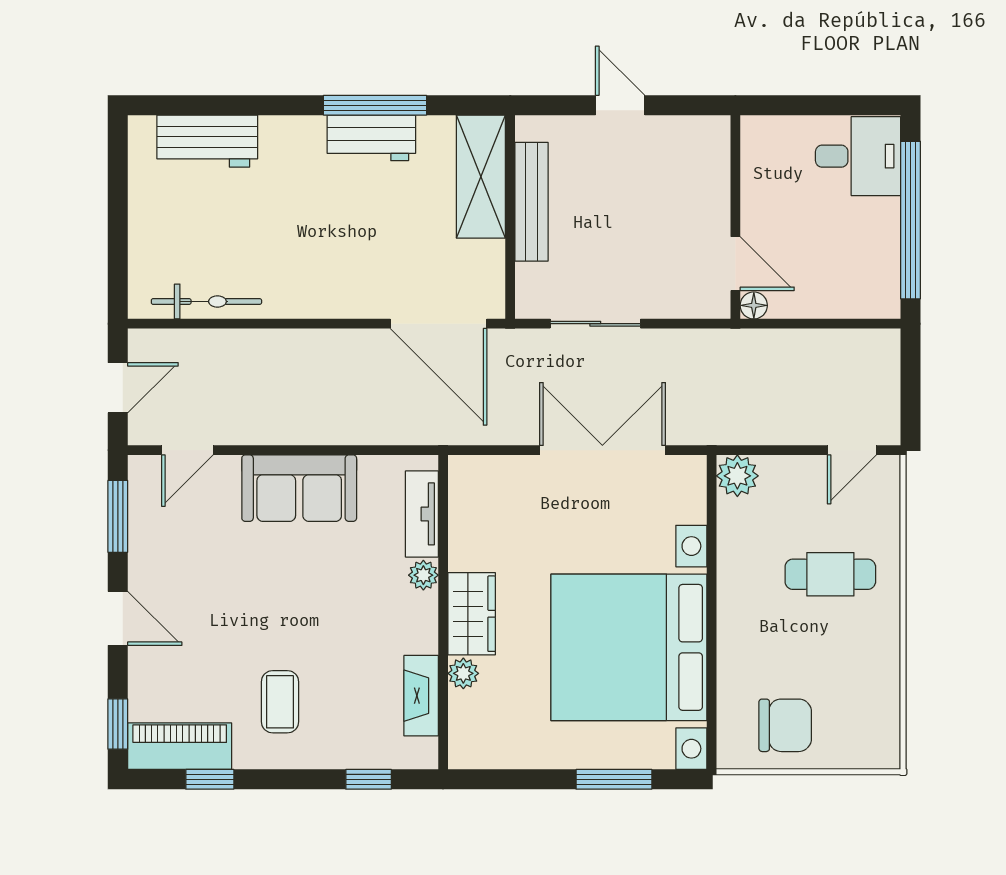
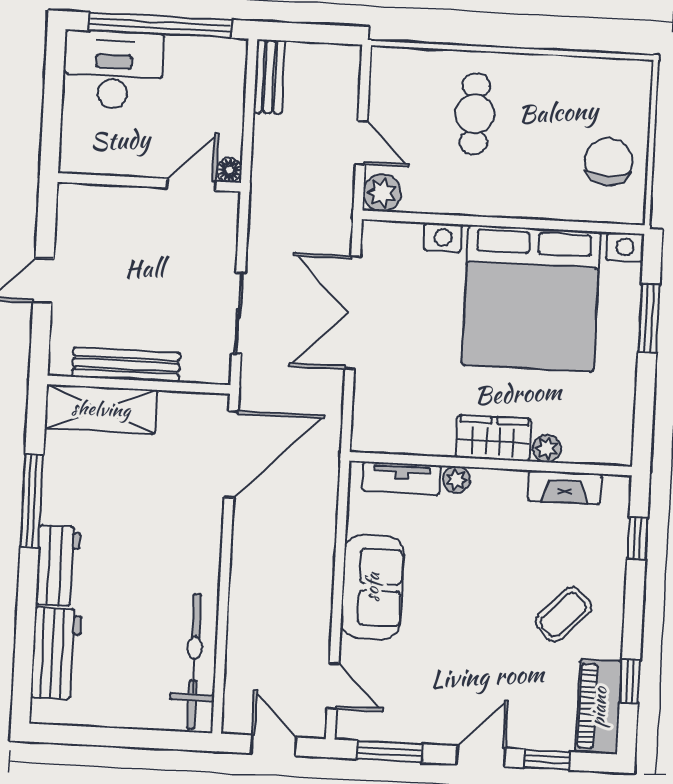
workbench: (371, 138) -> (58, 565), moved
desk: (858, 156) -> (114, 70), width x1.37
bicycle: (206, 302) -> (194, 661), width x1.37, depth x1.40
bench: (860, 344) -> (269, 77), added
door: (852, 450) -> (361, 143), moved
coffee table: (280, 702) -> (563, 614), turned -46
window: (118, 724) -> (547, 760), moved

